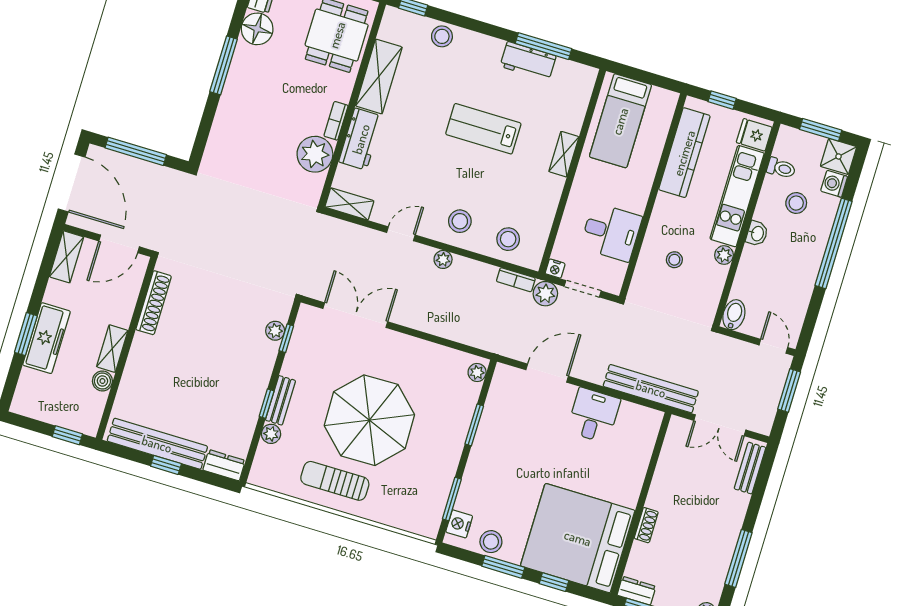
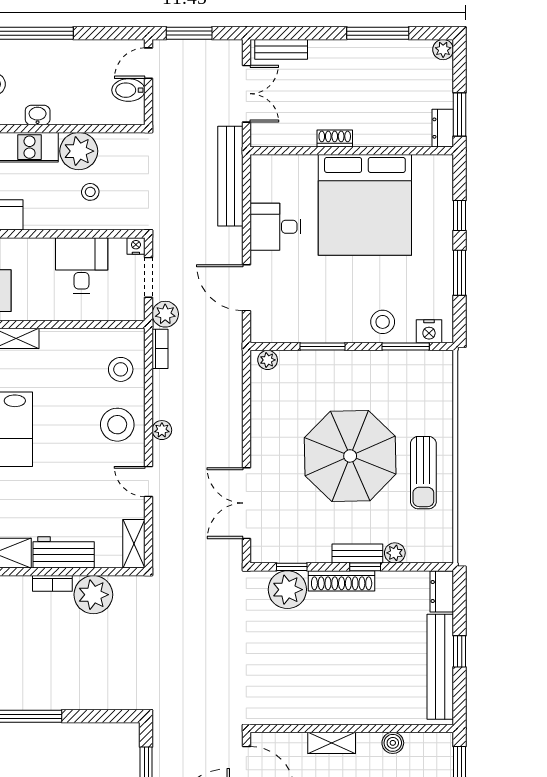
stool: (460, 221) -> (117, 425), width x1.38, depth x1.38
plant: (724, 255) -> (79, 151), width x1.88, depth x1.88
nightstand: (555, 269) -> (136, 246), moved, turned -90
shoe rack: (154, 303) -> (342, 581), moved, turned 180
bidet: (734, 315) -> (128, 90), moved
plant: (275, 331) -> (287, 590), width x1.87, depth x1.87
shelving: (112, 349) -> (332, 743), moved
shoe rack: (646, 525) -> (335, 138), moved
bed: (578, 538) -> (365, 205), moved
stool: (491, 542) -> (383, 322), moved

